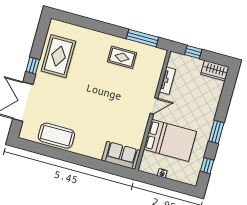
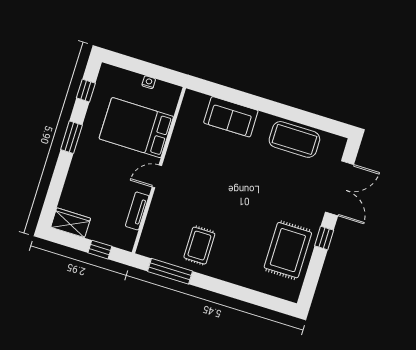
rug: (122, 57) -> (199, 246), turned 90
sofa: (121, 155) -> (231, 117), moved

